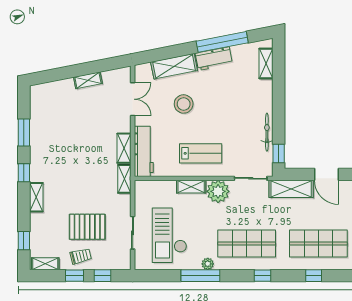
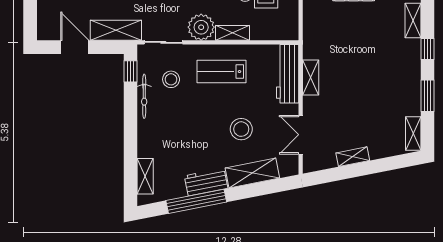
stool: (244, 147) -> (171, 79), added
shelving: (124, 179) -> (413, 133), moved

